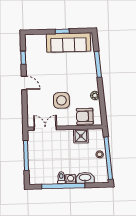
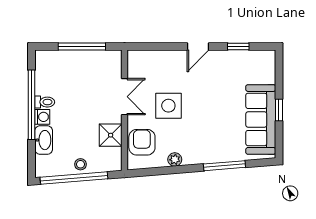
double door: (45, 128) -> (124, 97), moved

